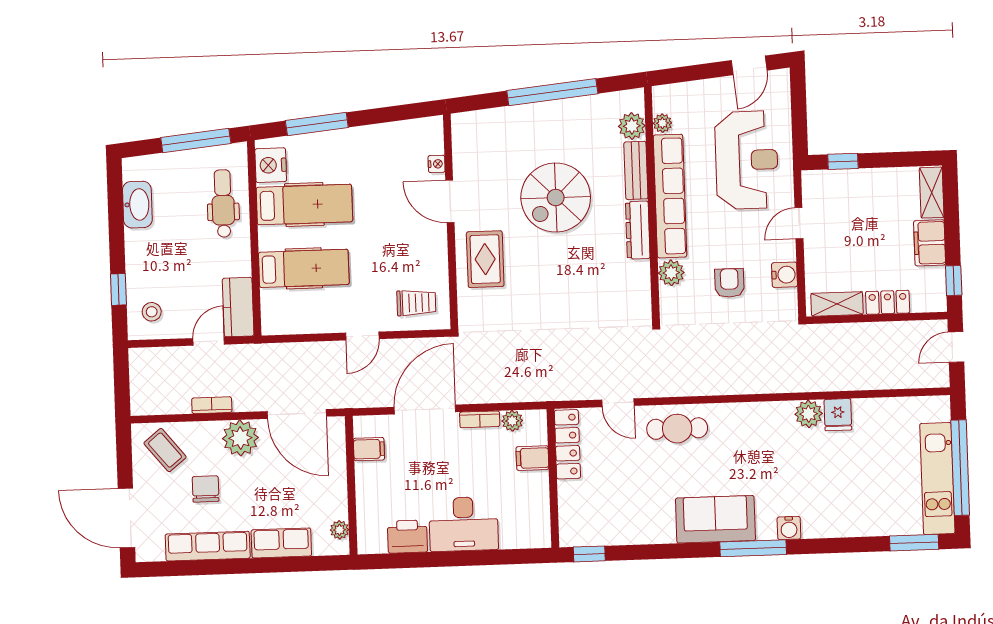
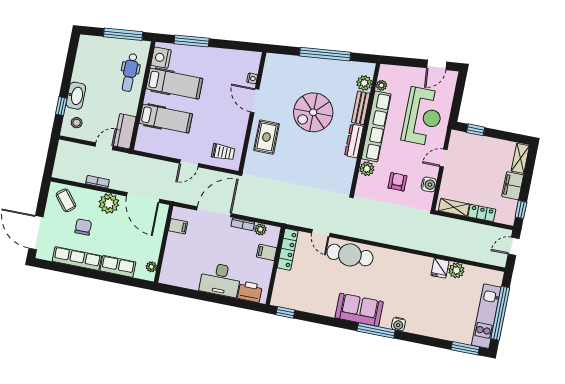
dental chair: (223, 203) -> (130, 72), turned 180
washbasin: (137, 205) -> (76, 96), moved
plant: (809, 414) -> (456, 270), moved
cafe table: (677, 429) -> (350, 255), width x1.37, depth x1.35
printer: (407, 537) -> (250, 292), moved

